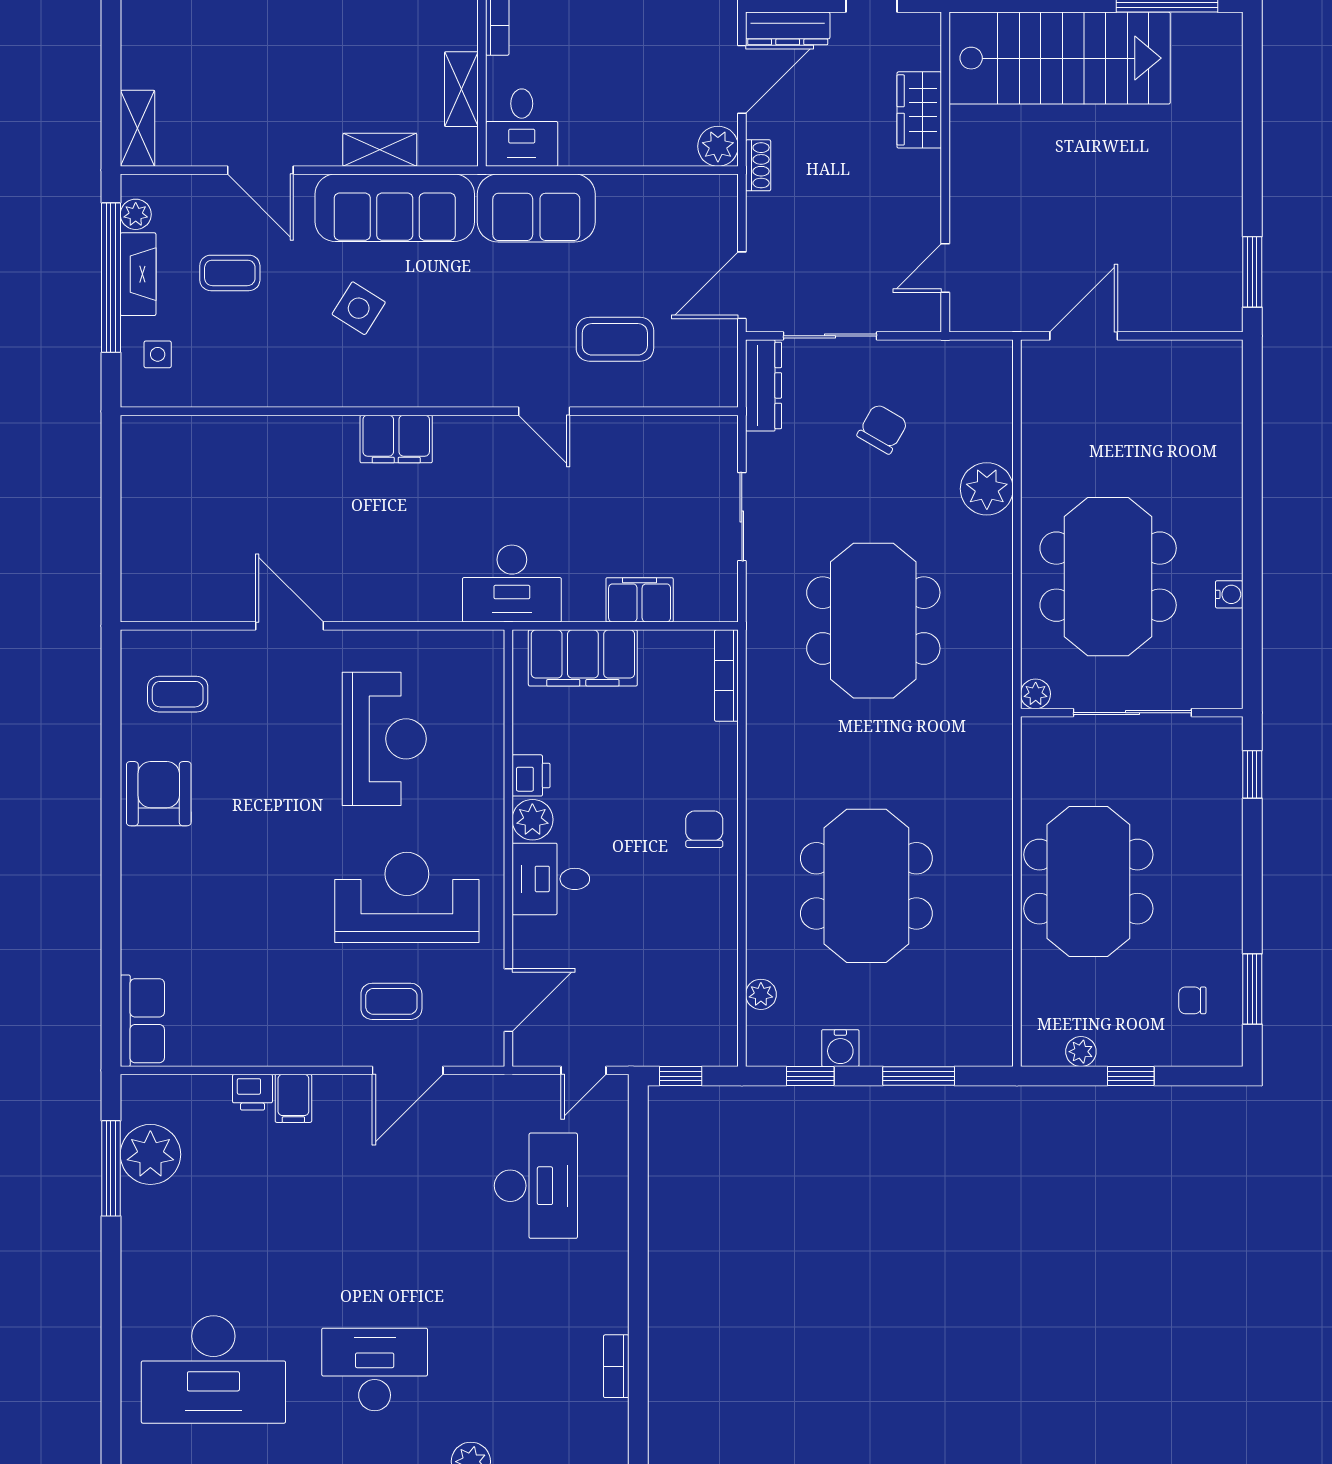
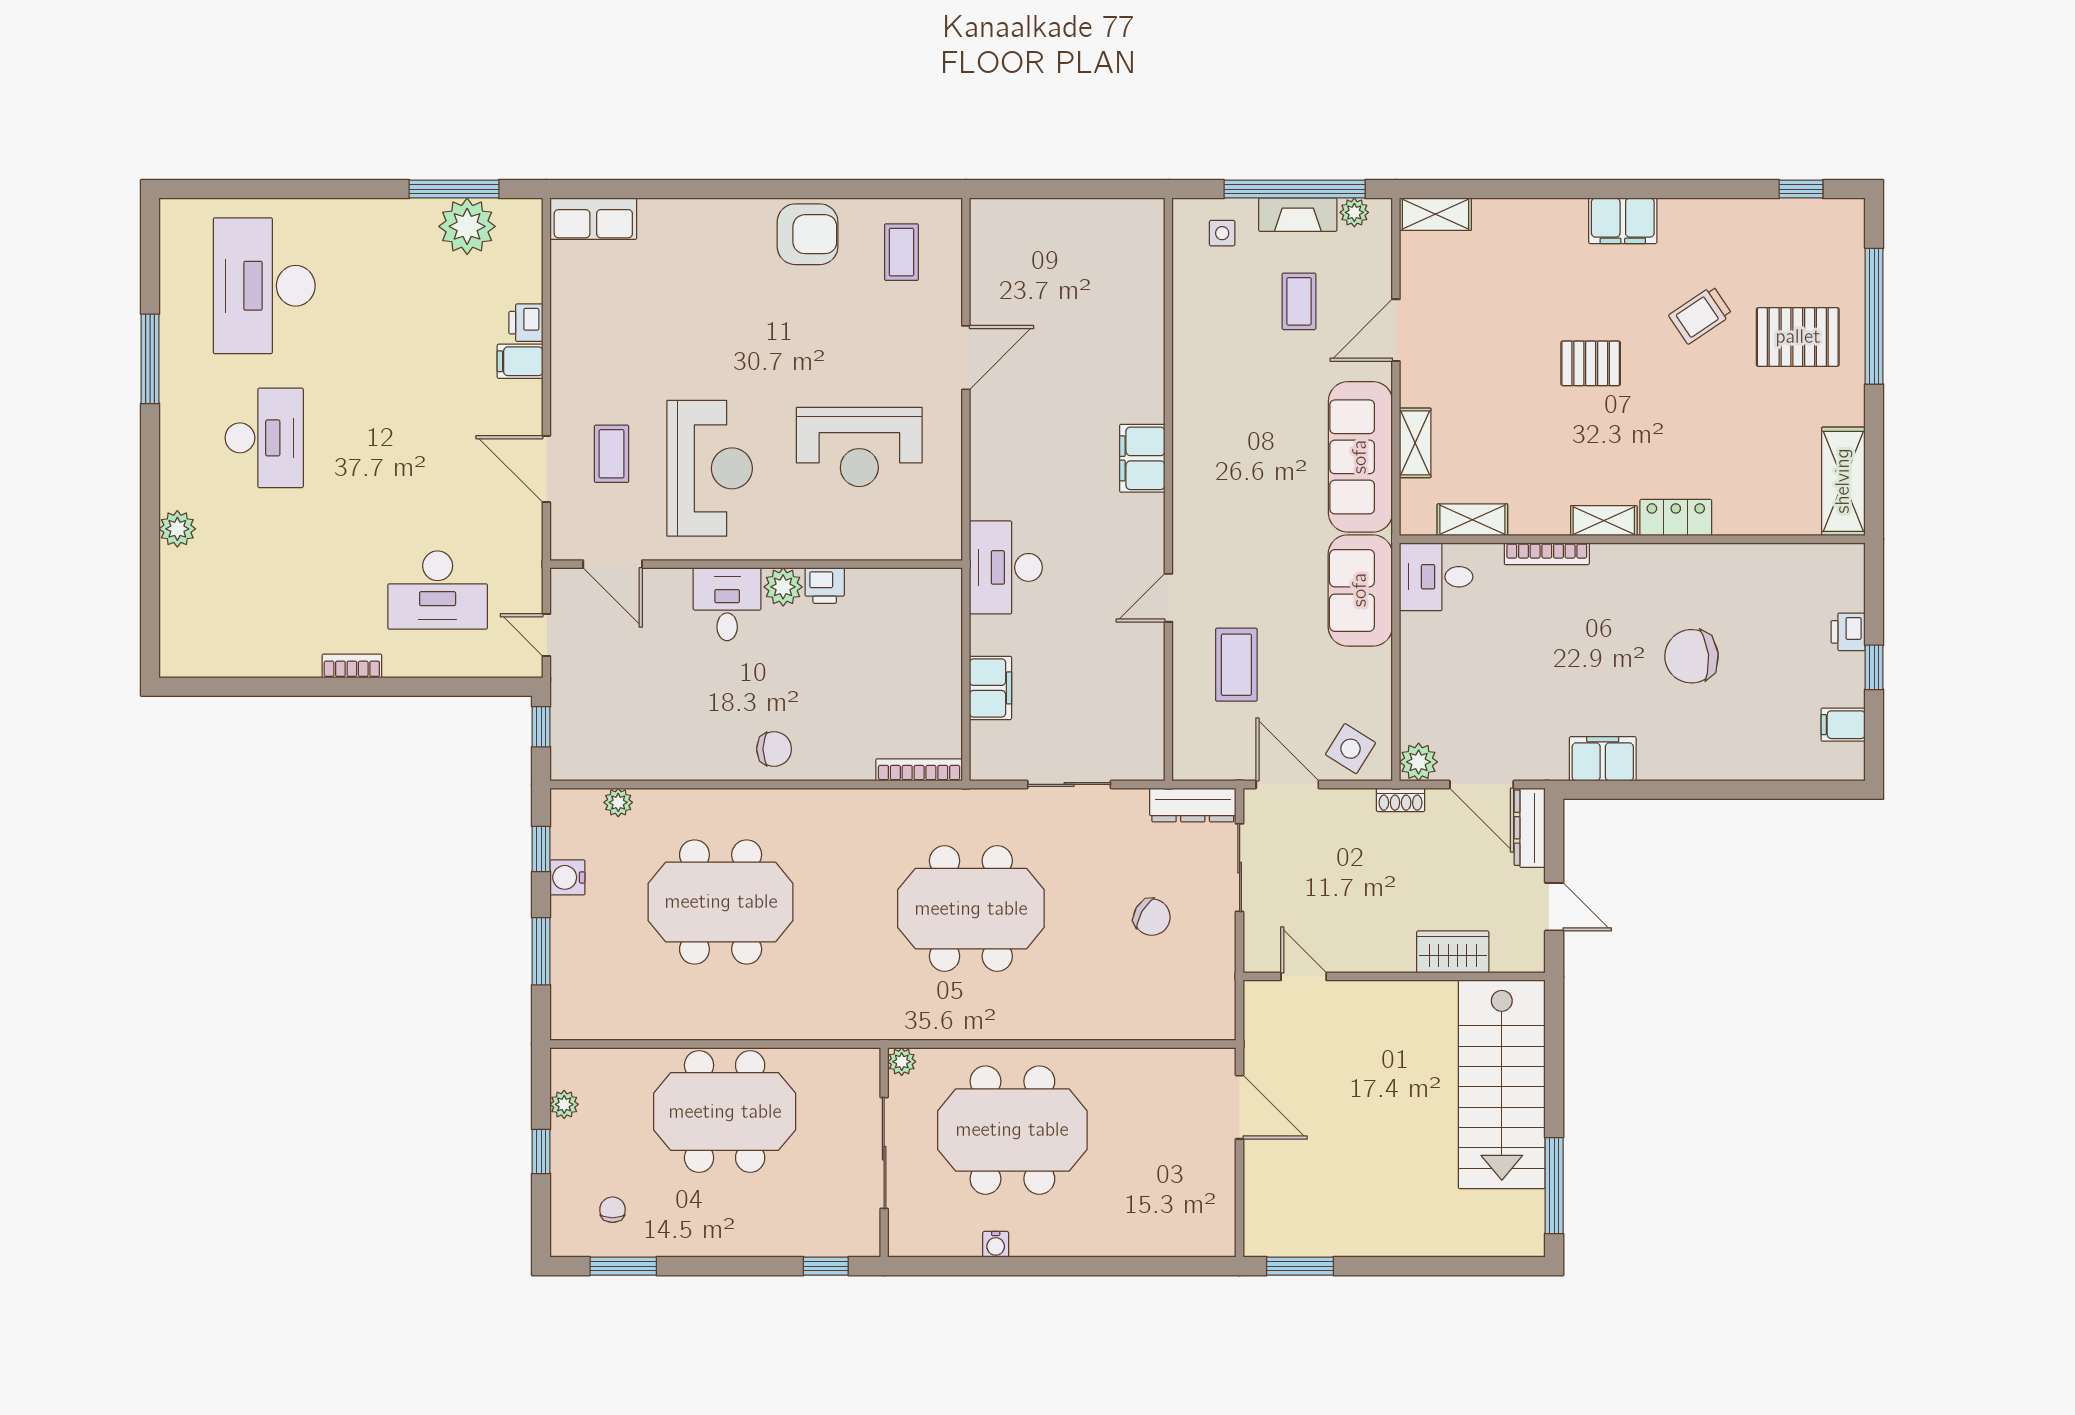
side table: (359, 308) -> (1351, 749), moved
plant: (987, 489) -> (1095, 1016), removed
filing cabinet: (583, 658) -> (936, 634), removed
bookcase: (616, 1366) -> (352, 666), moved

